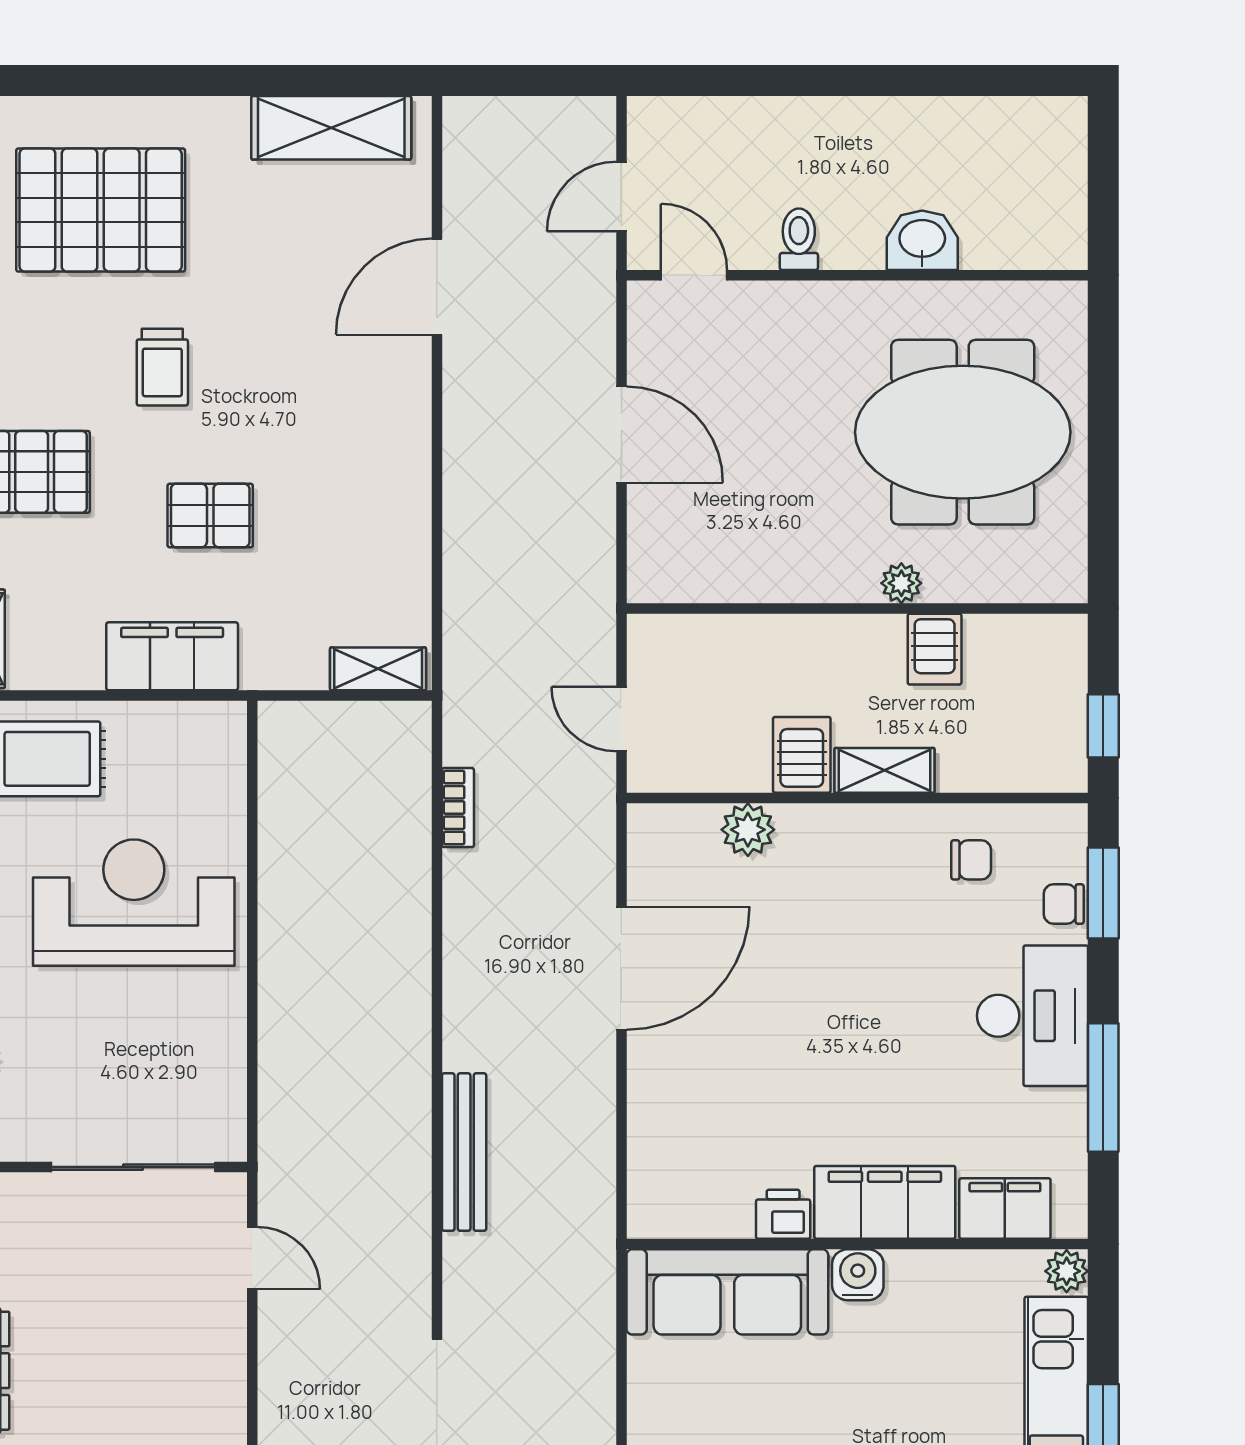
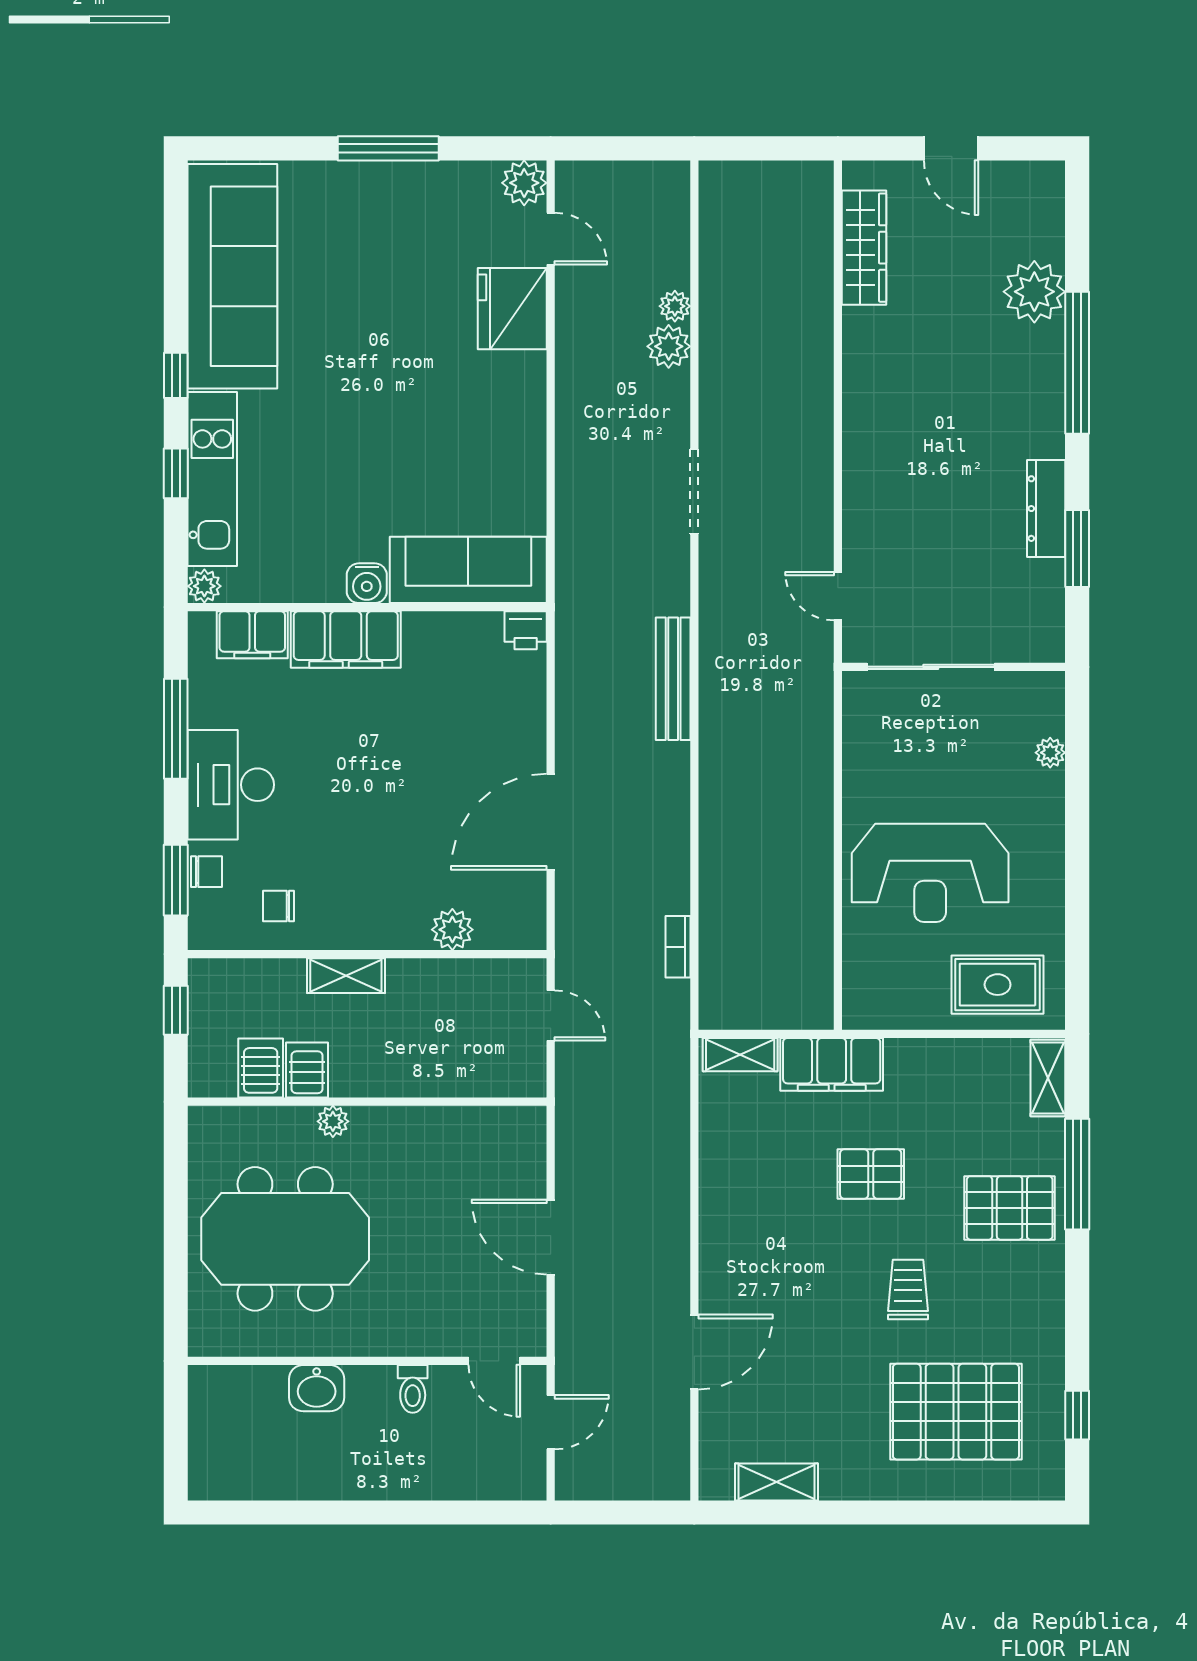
shelving: (331, 128) -> (776, 1482), width x0.67, depth x0.75
filing cabinet: (172, 656) -> (832, 1064), moved
server rack: (802, 755) -> (261, 1068), moved, turned 180
printer: (783, 1214) -> (526, 630), moved

